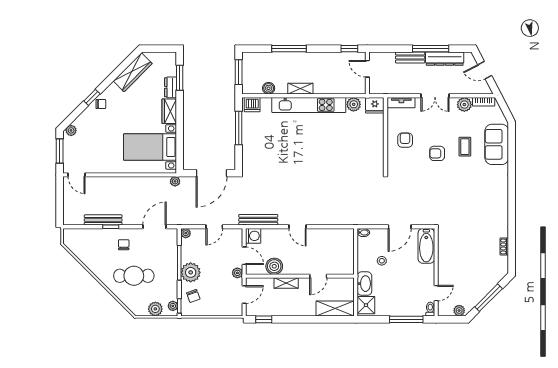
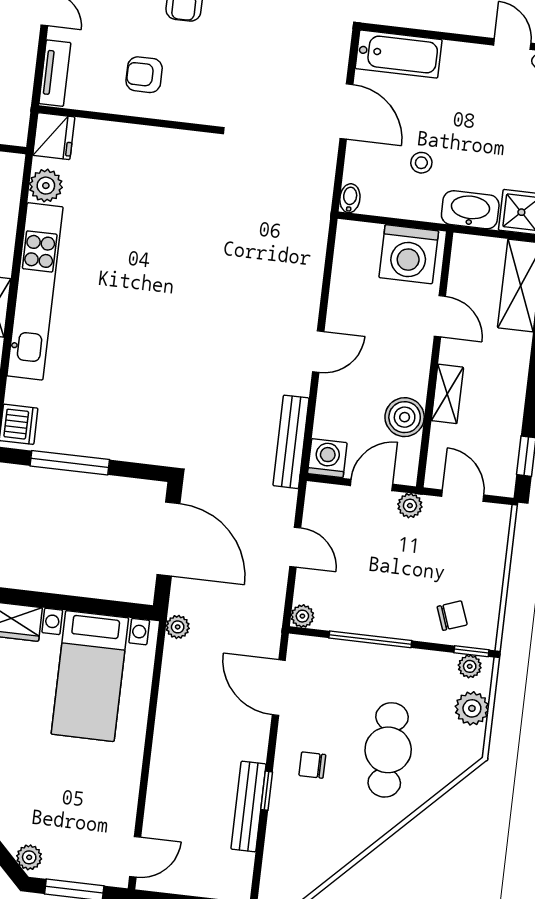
washing machine: (343, 260) -> (409, 254), added
plant: (191, 272) -> (396, 615), removed

